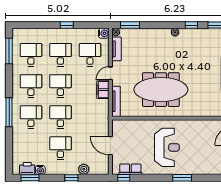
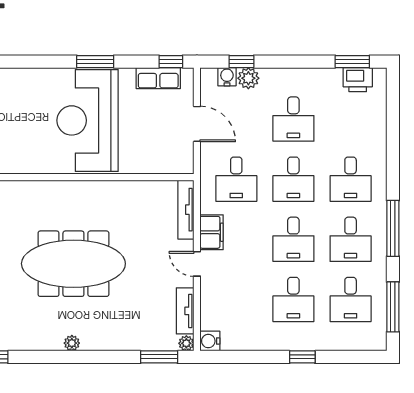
window: (67, 25) -> (302, 357), moved
window: (191, 25) -> (40, 357), removed
desk: (90, 55) -> (236, 179), moved
door: (110, 73) -> (197, 264), swing flipped
meeting table: (161, 90) -> (73, 264), moved
window: (9, 112) -> (393, 228), moved
reception desk: (167, 147) -> (88, 120), width x1.36, depth x1.30
water cooler: (40, 170) -> (227, 77), moved
window: (71, 178) -> (241, 62), moved
window: (182, 178) -> (95, 62), moved

